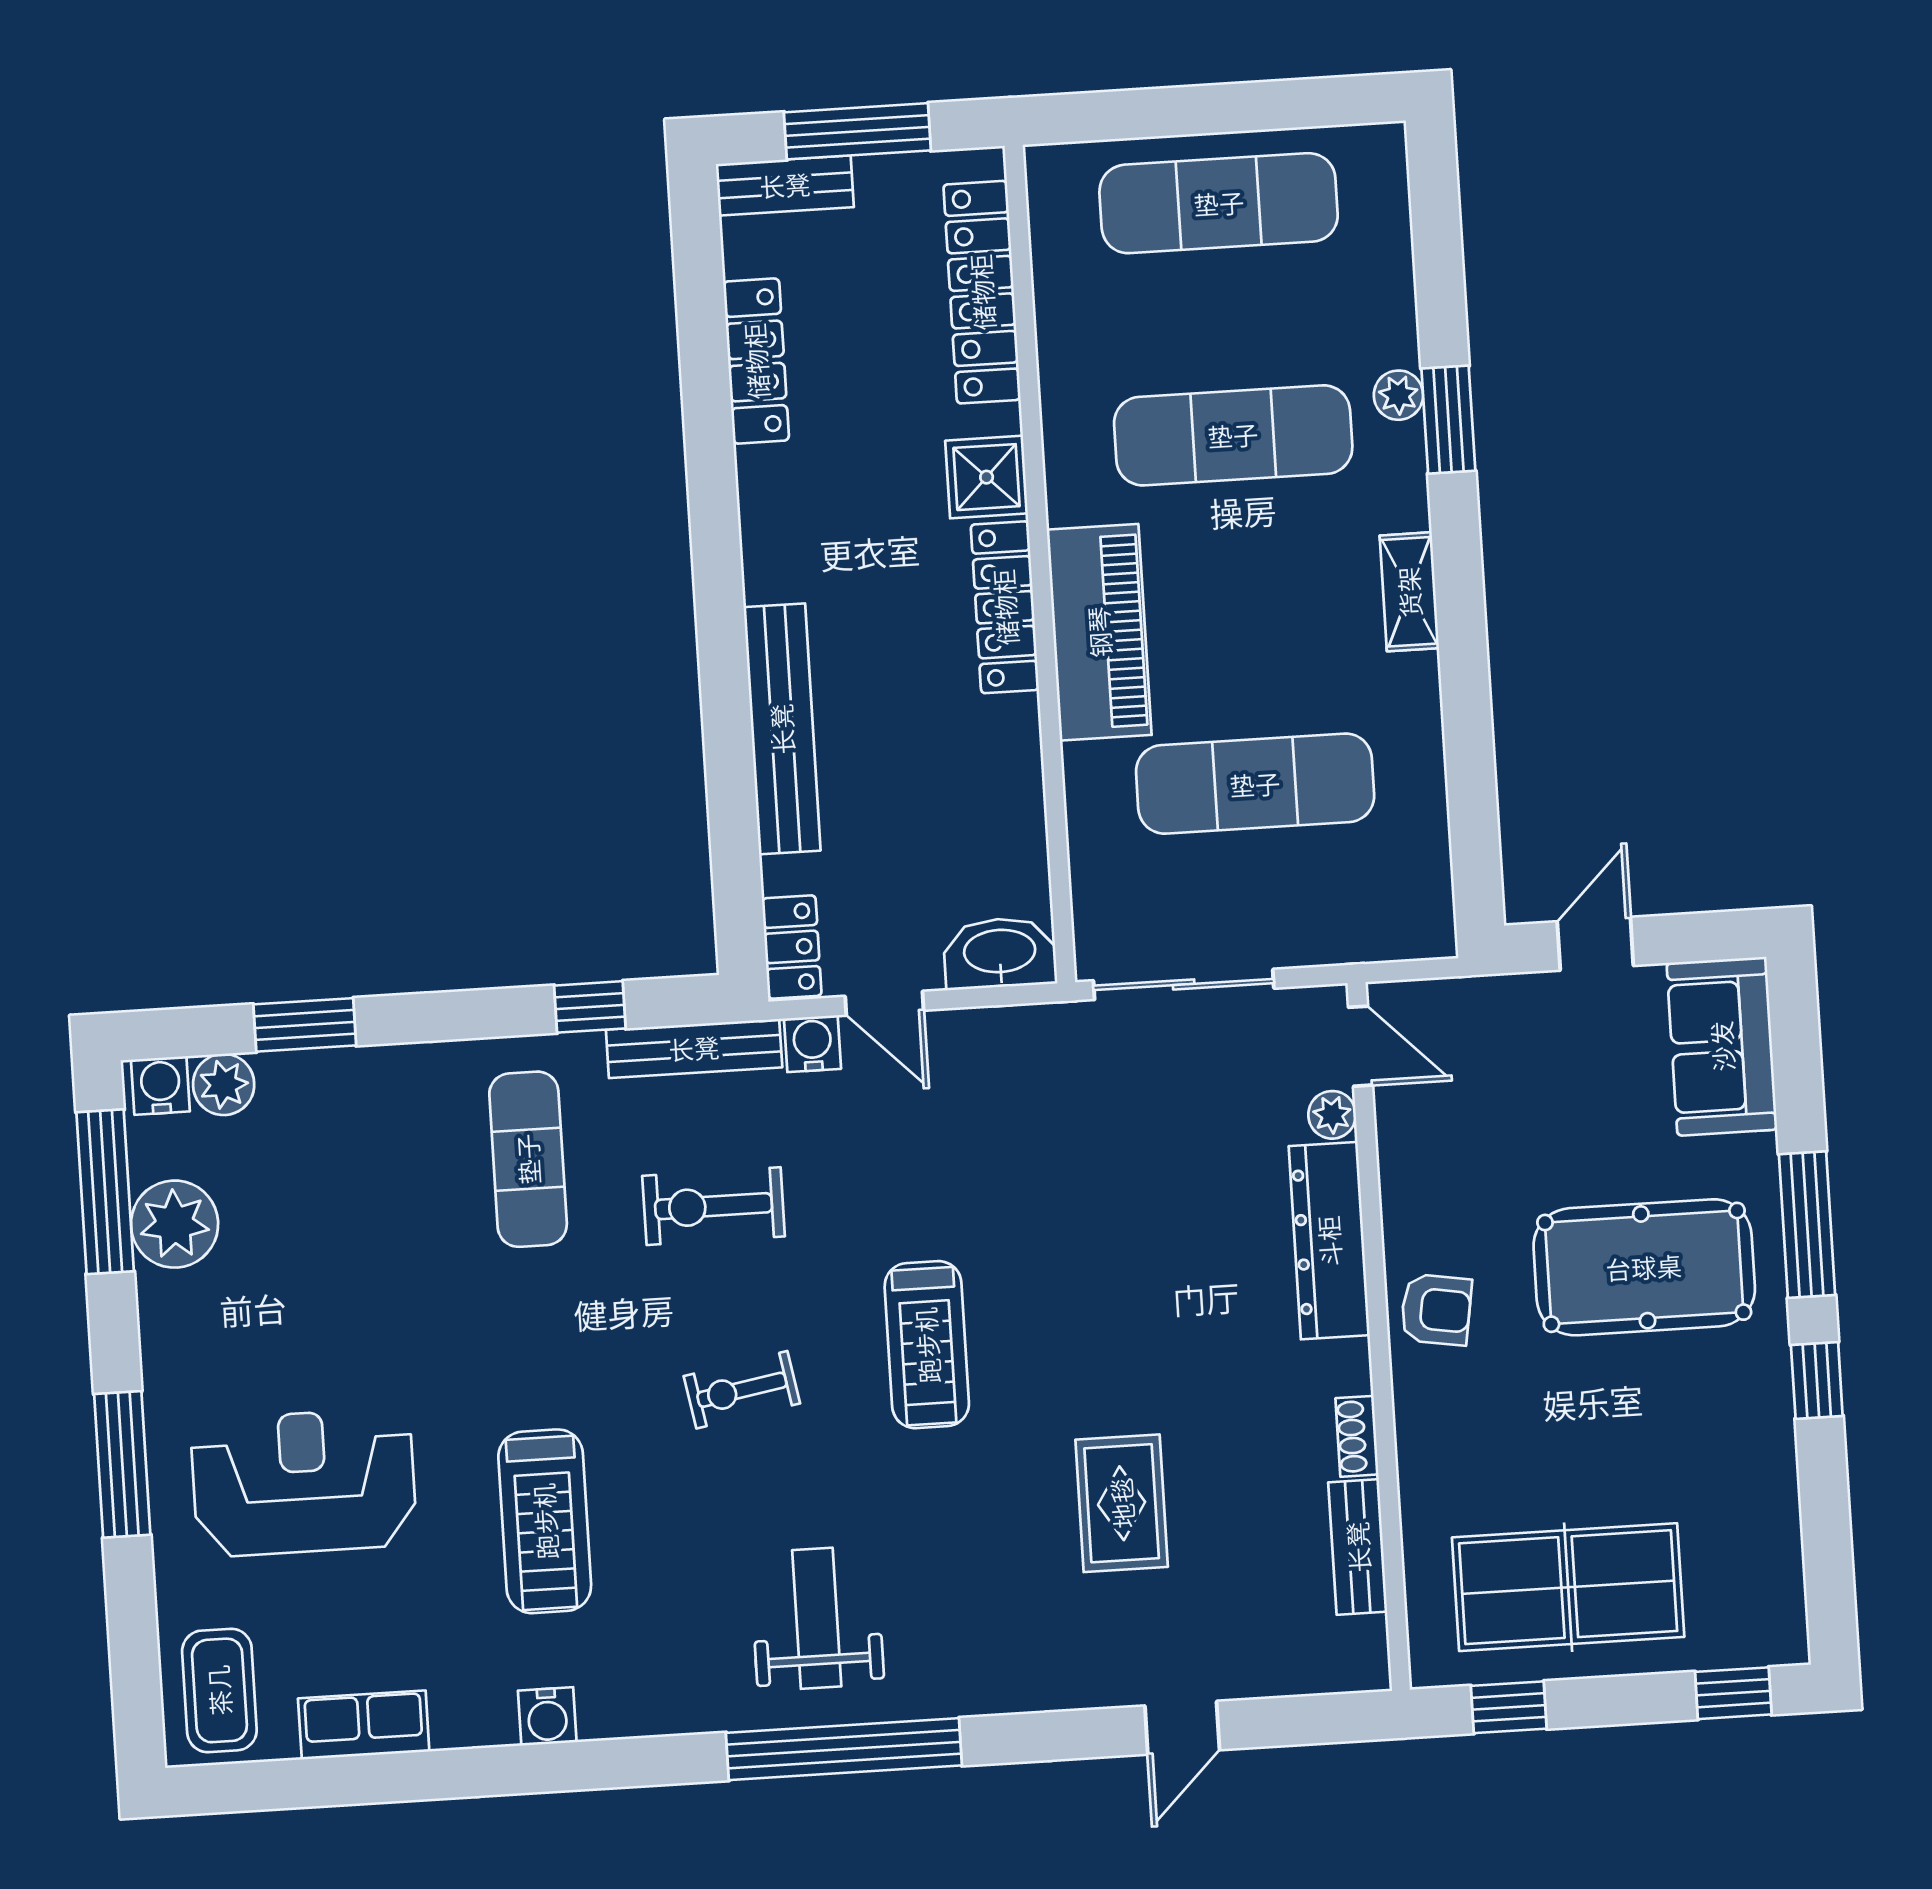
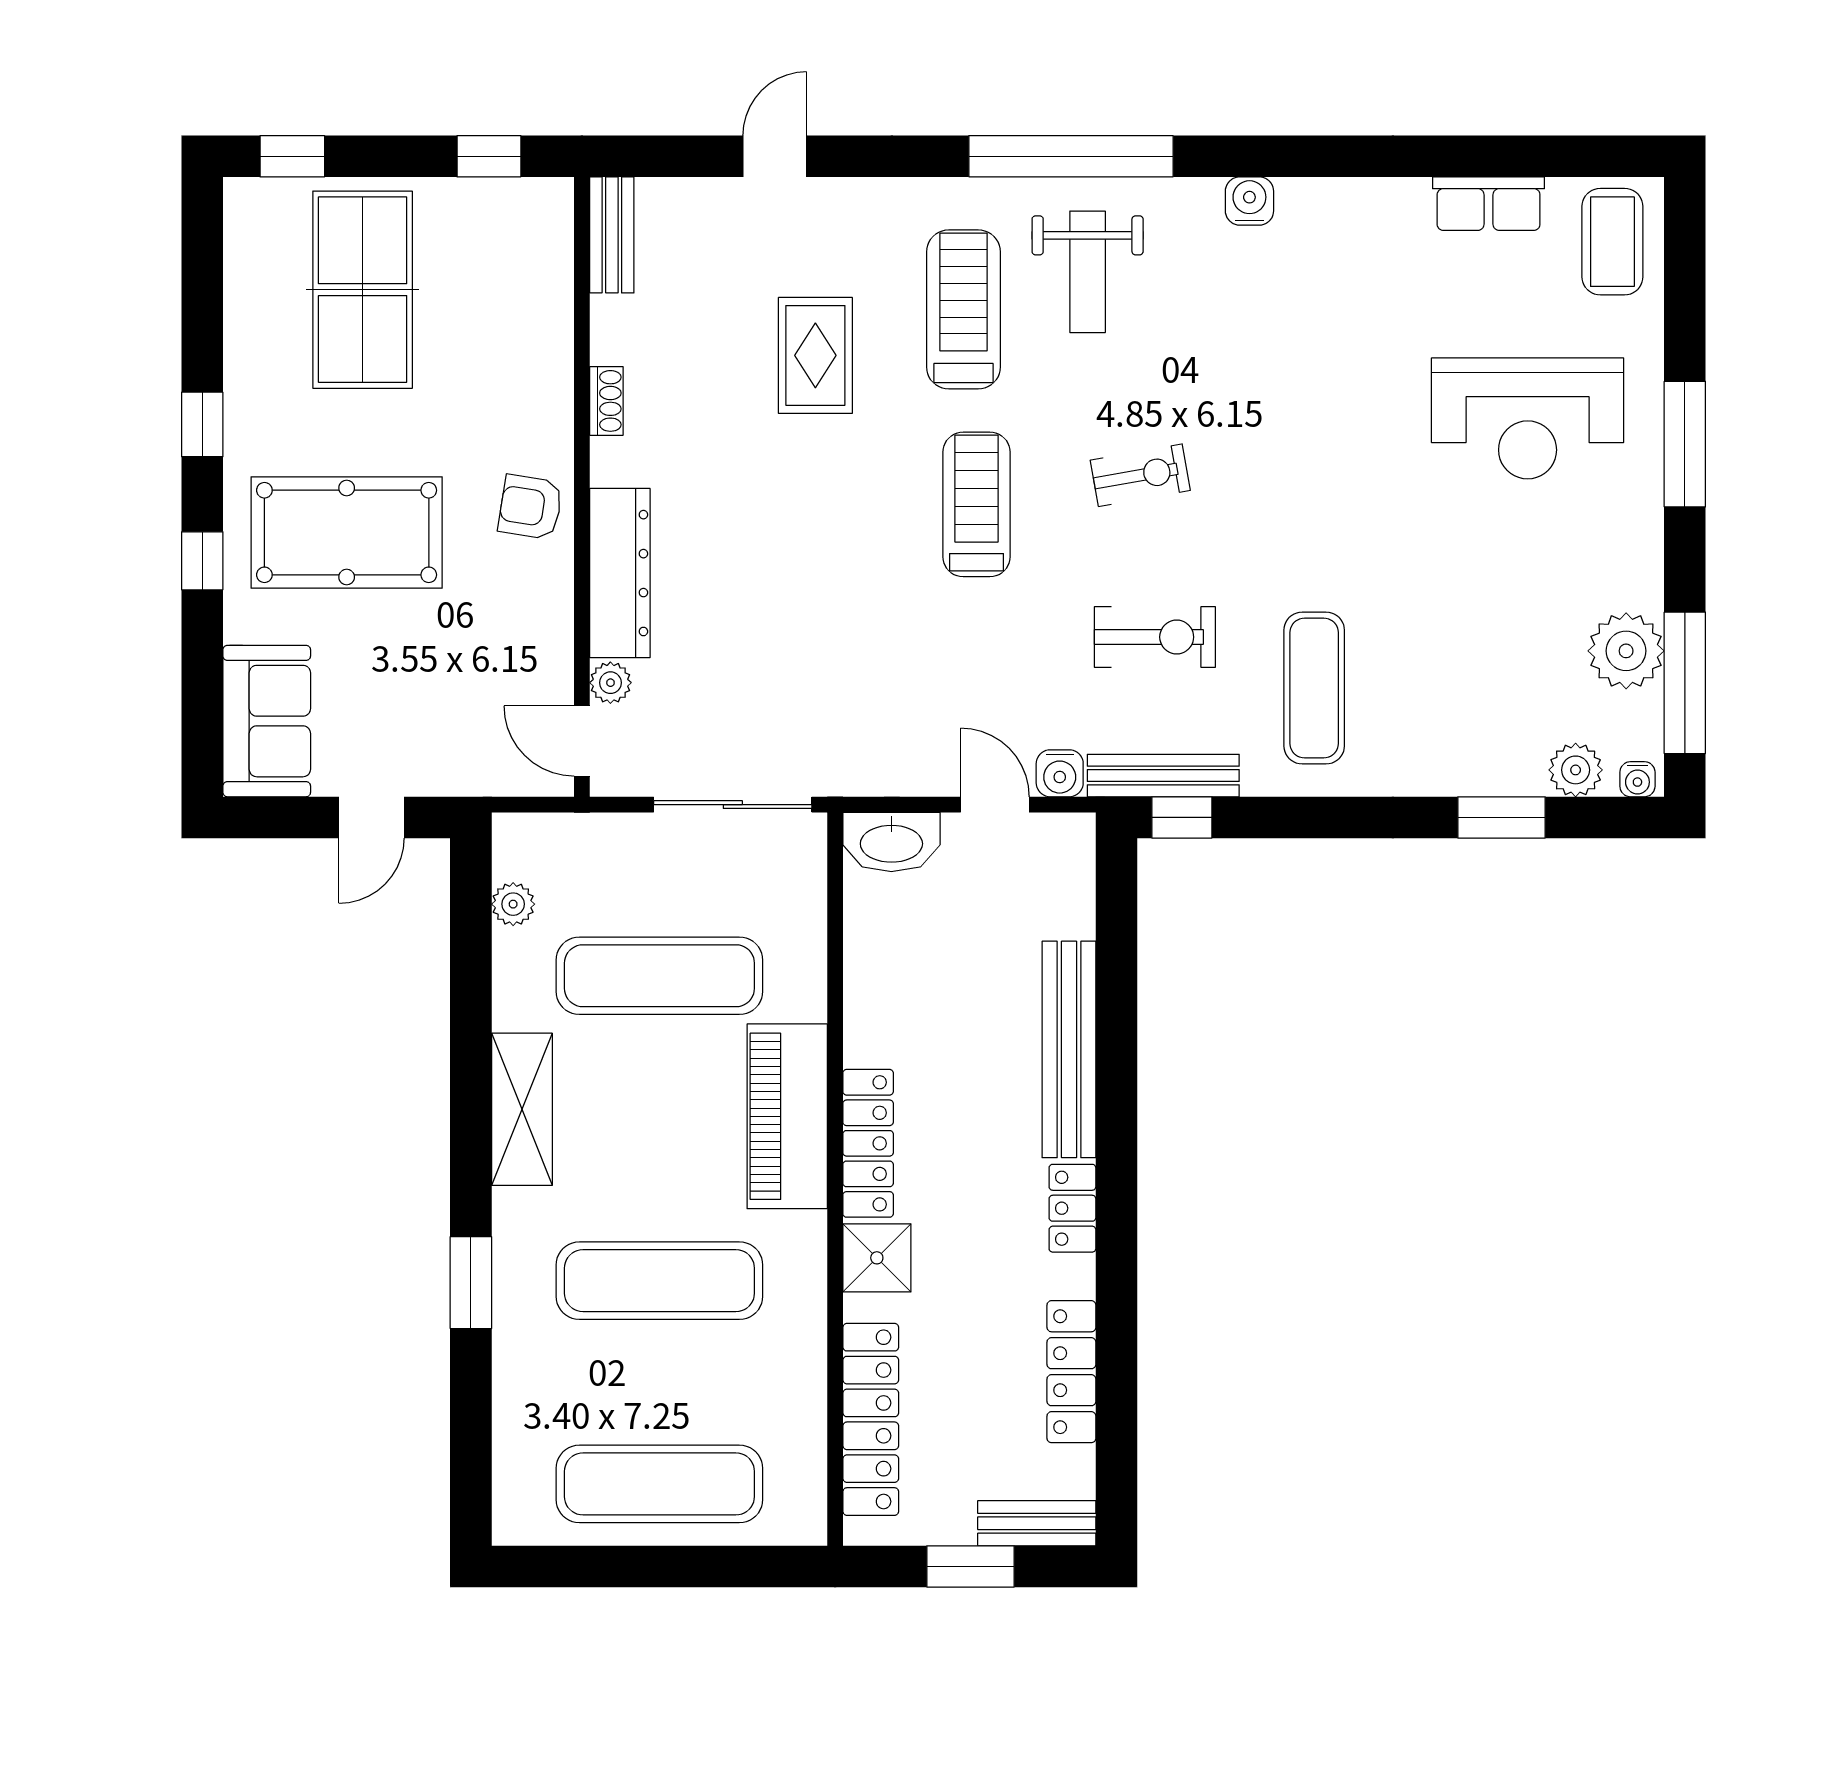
window: (857, 131) -> (971, 1566), width x0.69
plant: (1398, 395) -> (513, 904), moved
shelving: (1409, 592) -> (522, 1109), width x1.50, depth x1.33
locker: (792, 947) -> (1072, 1208), moved
window: (590, 1007) -> (1182, 817), moved
water cooler: (160, 1086) -> (1637, 779), width x0.72, depth x0.72
window: (1807, 1225) -> (202, 561), width x0.46
treadmill: (545, 1521) -> (963, 309), moved
bench: (1358, 1547) -> (612, 235), moved
table tennis table: (1568, 1587) -> (363, 290), moved, turned 90
water cooler: (547, 1716) -> (1249, 201), moved

